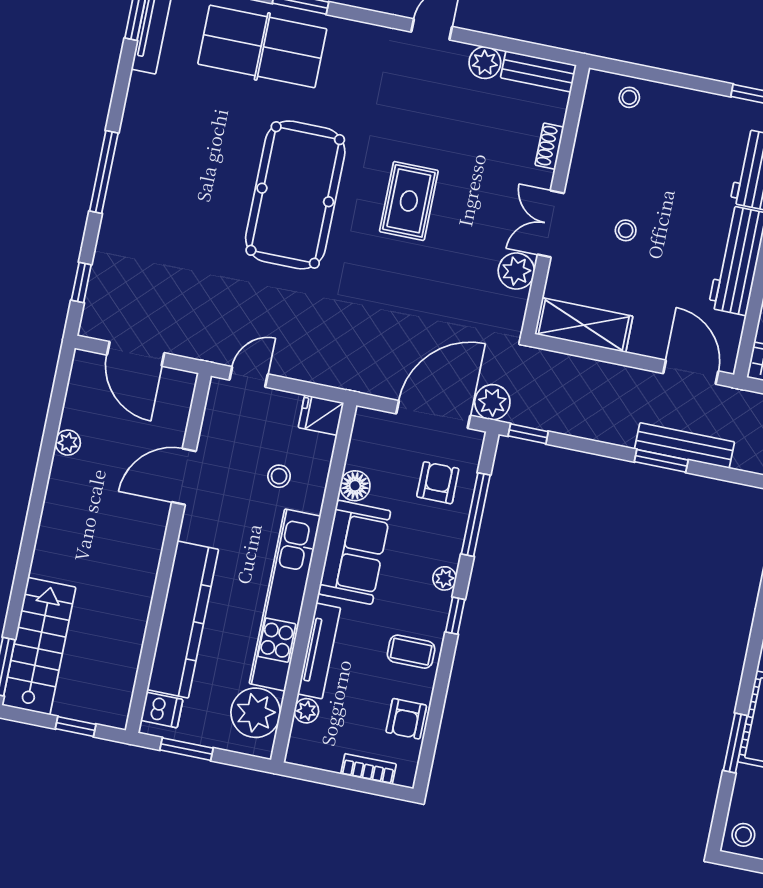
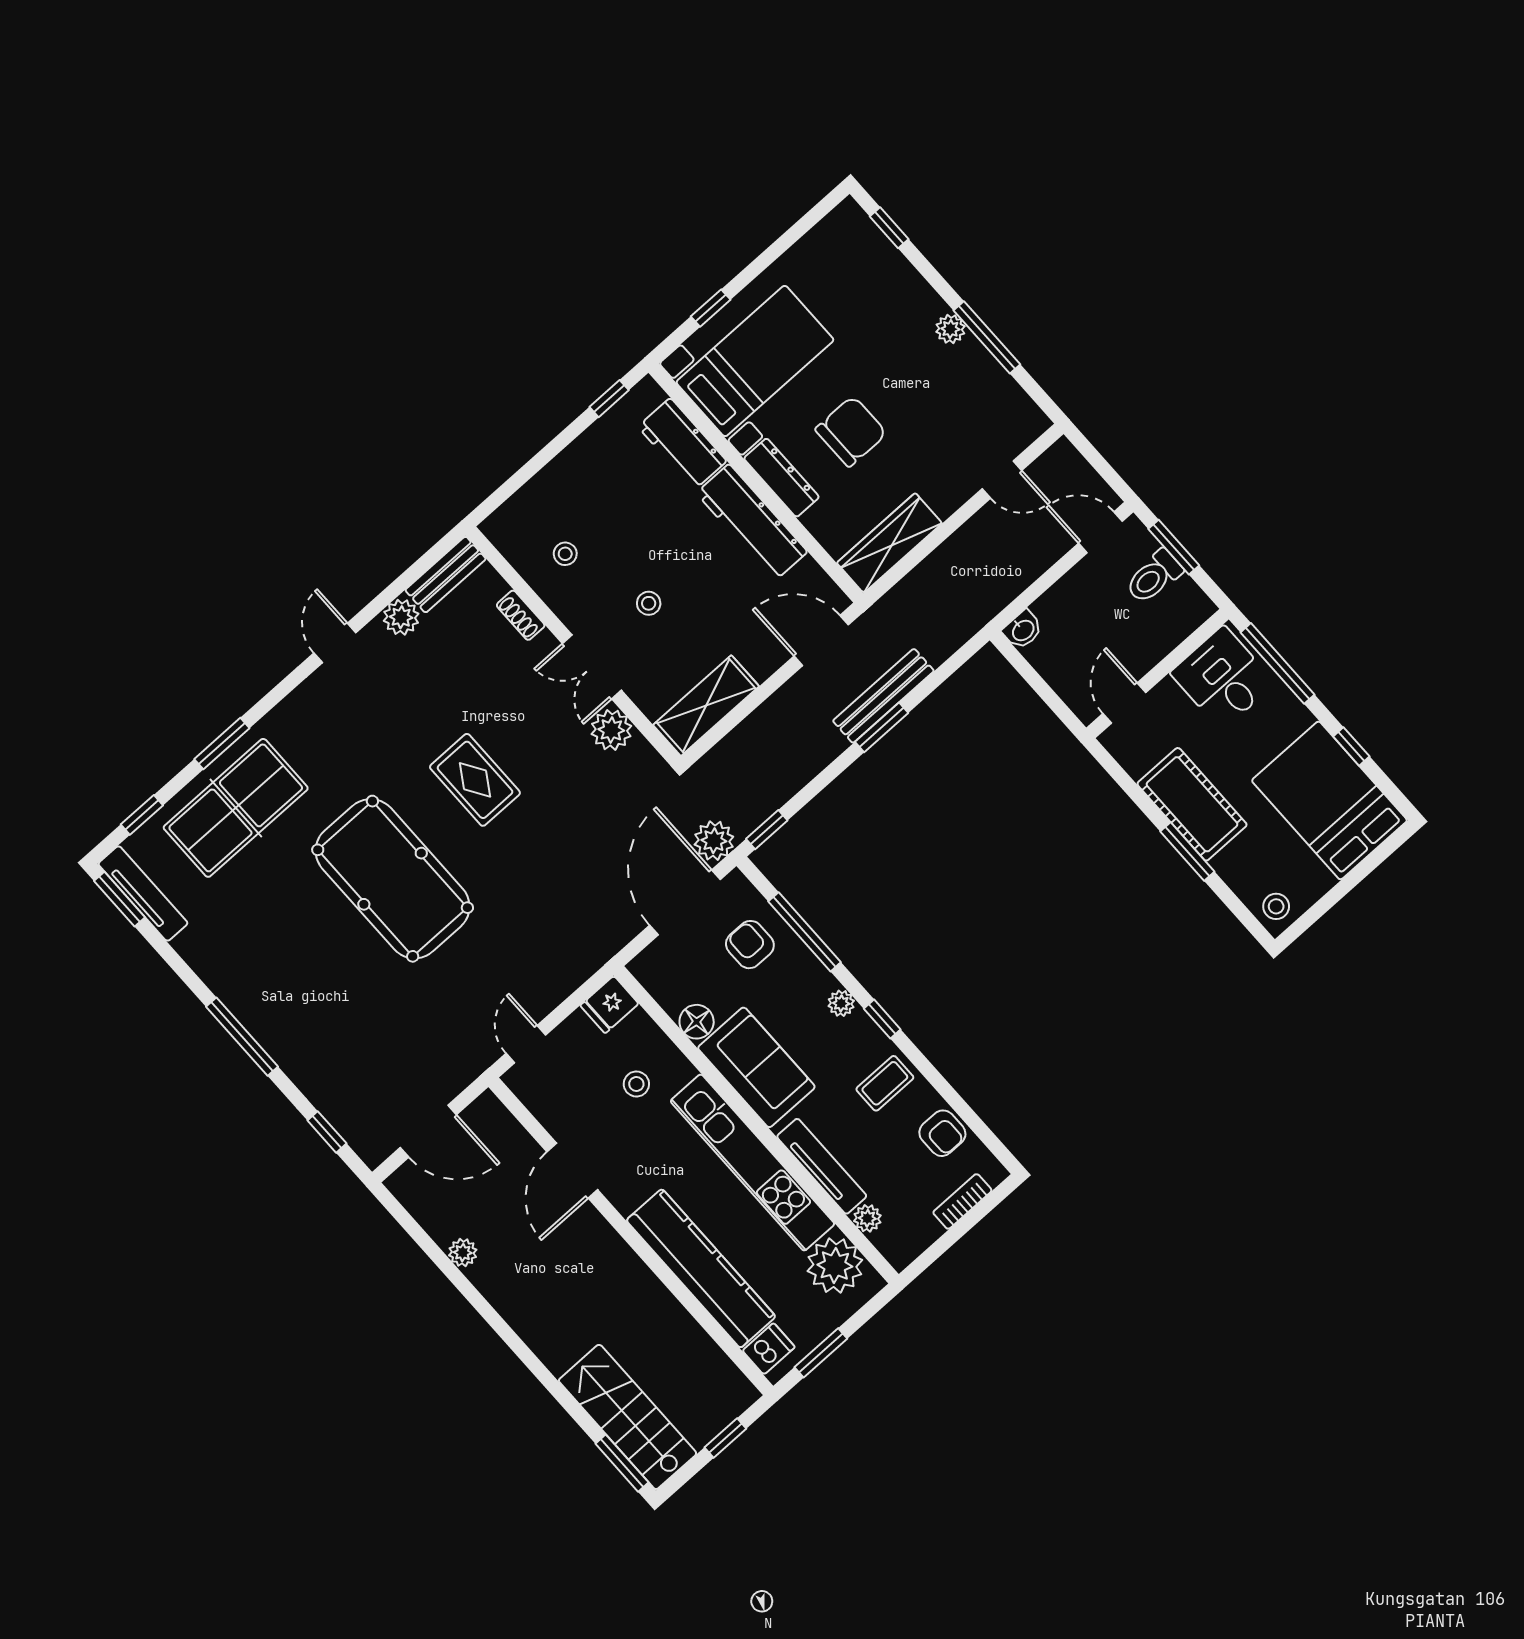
stool: (629, 97) -> (565, 554), moved

